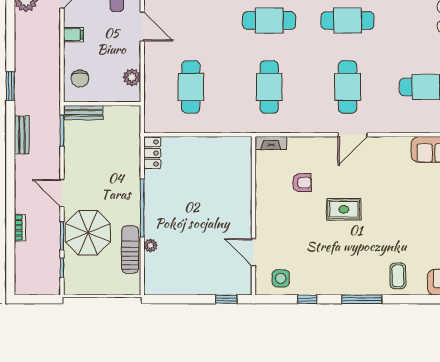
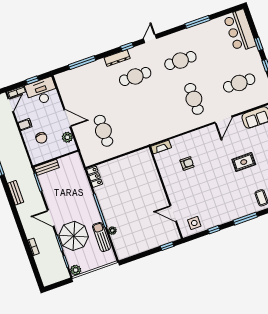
door: (142, 26) -> (67, 118), moved
chair: (80, 79) -> (41, 138), moved
cafe table: (269, 87) -> (149, 115), removed
door: (352, 135) -> (223, 120), moved
rug: (344, 209) -> (244, 162), moved
plant: (72, 286) -> (76, 270), added

